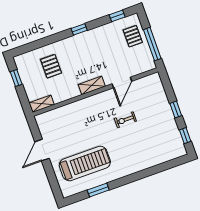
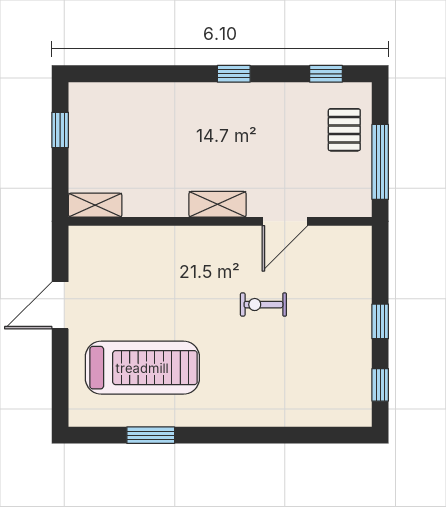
pallet: (51, 66) -> (145, 131), removed

